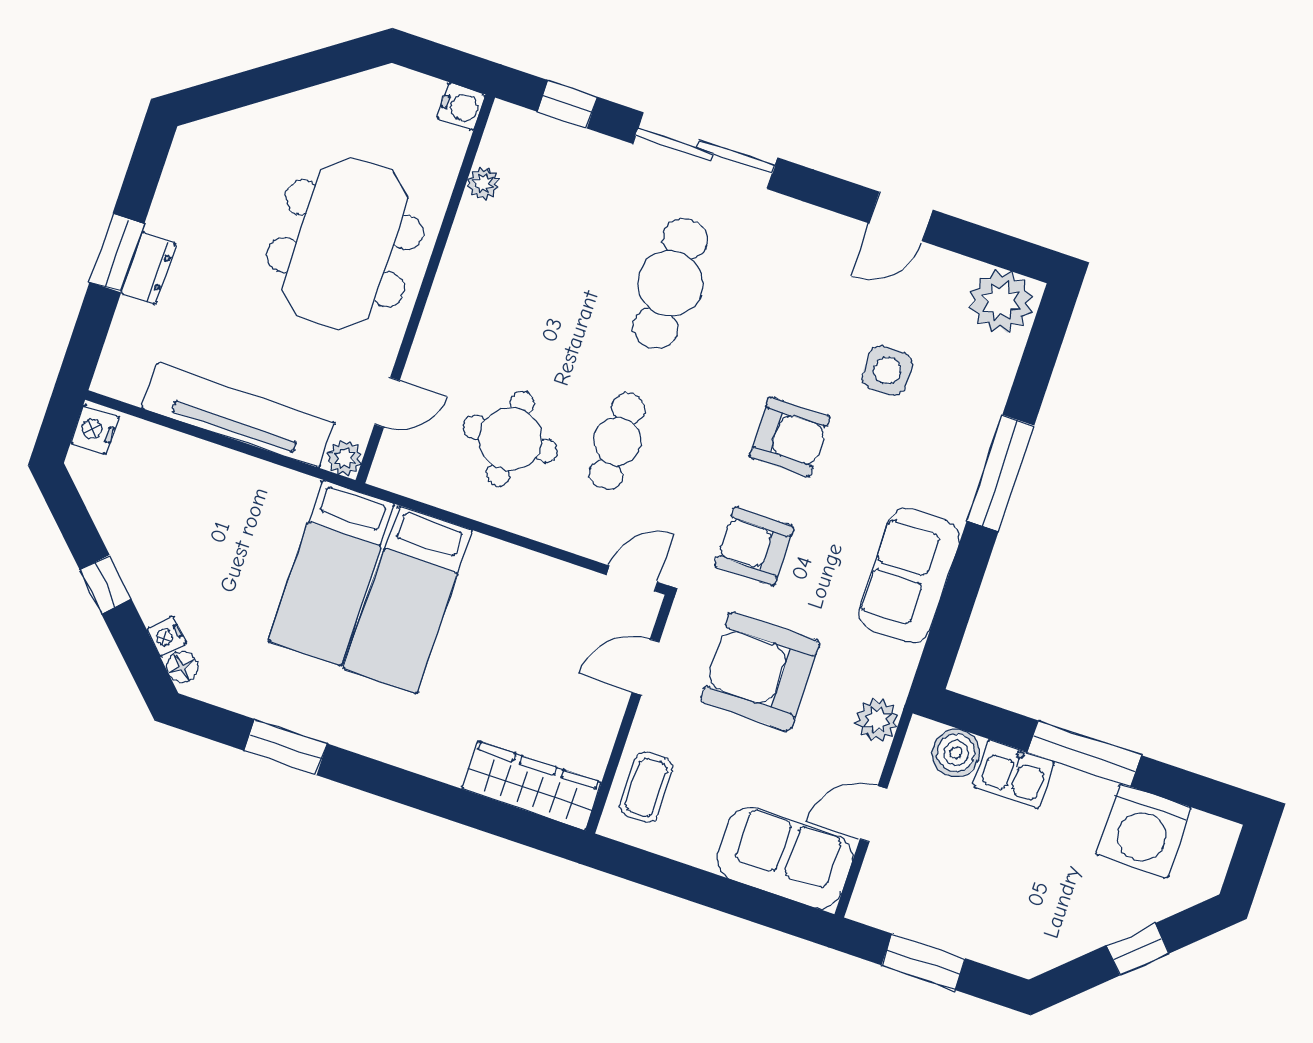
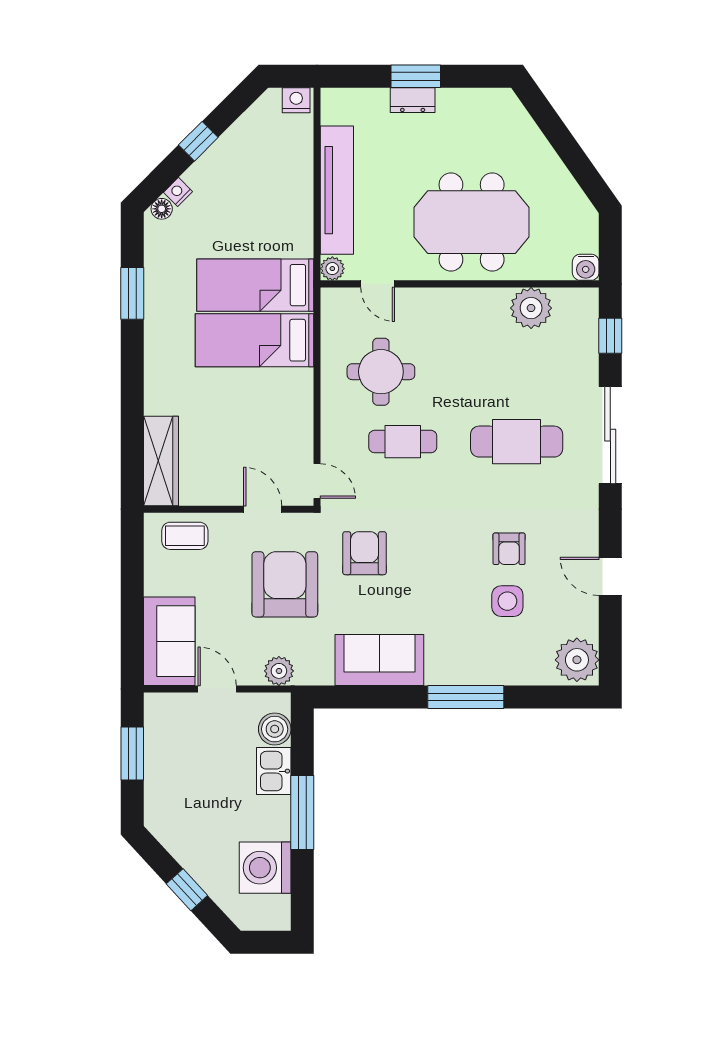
plant: (483, 183) -> (531, 308), width x1.88, depth x1.88
armchair: (790, 437) -> (509, 549), moved, width x0.72, depth x0.72

